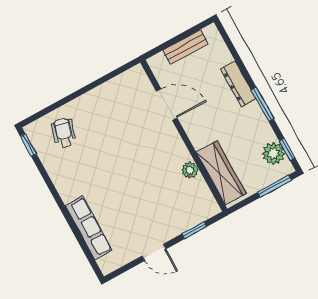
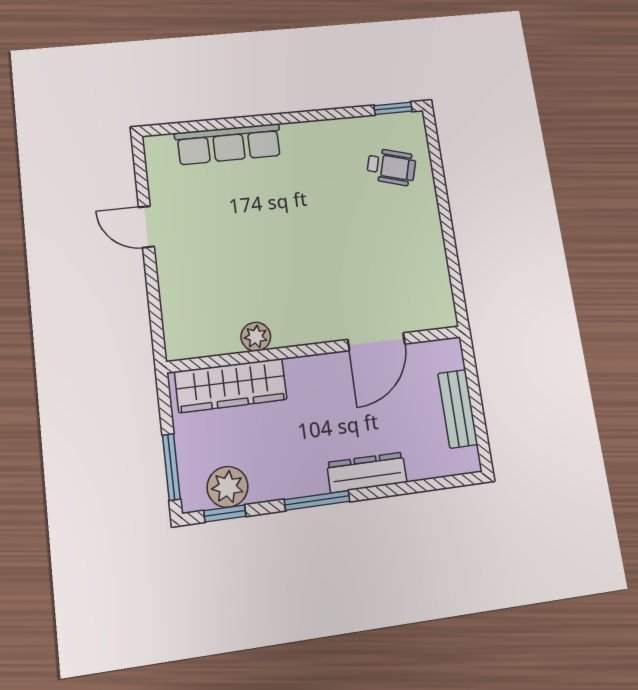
window: (194, 230) -> (154, 305), removed
door: (154, 252) -> (146, 227), hinge flipped

